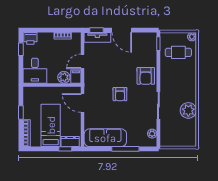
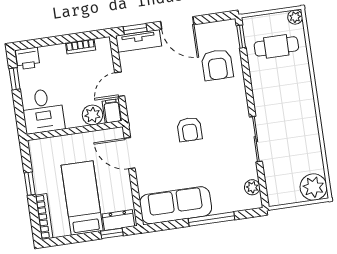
armchair: (146, 76) -> (217, 65), moved
plant: (188, 110) -> (313, 187), moved

